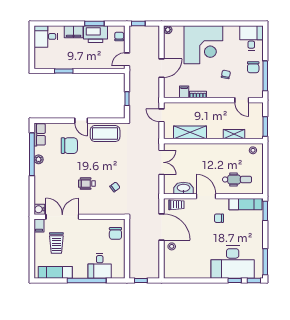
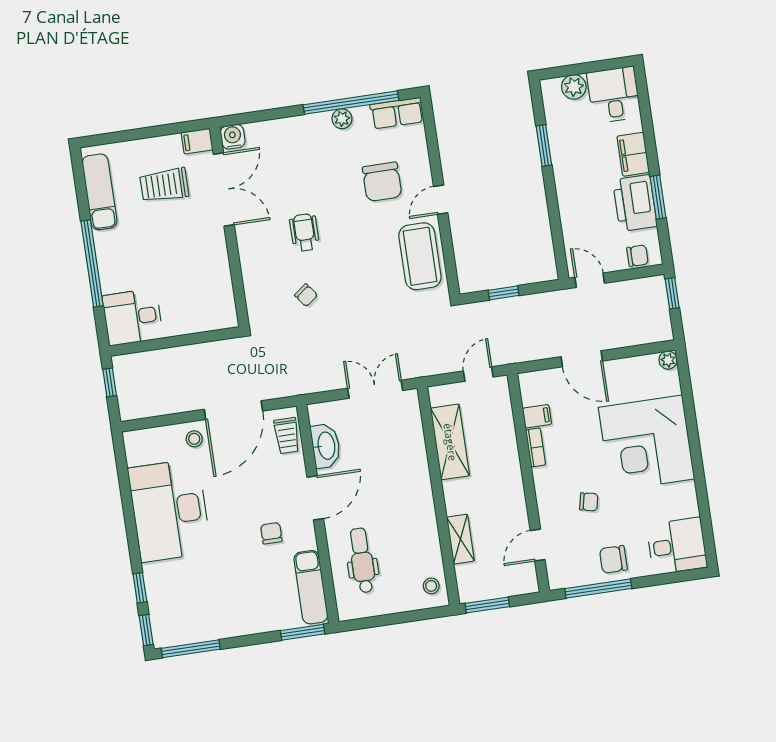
plant: (40, 54) -> (574, 87), added
double door: (161, 162) -> (375, 389), swing flipped
dental chair: (237, 179) -> (362, 560), turned 180
chair: (115, 233) -> (204, 311), removed
desk: (233, 262) -> (170, 510), moved
desk: (100, 266) -> (133, 317), moved

